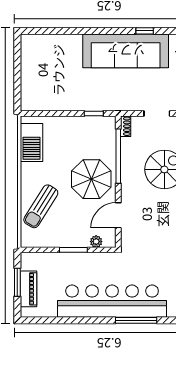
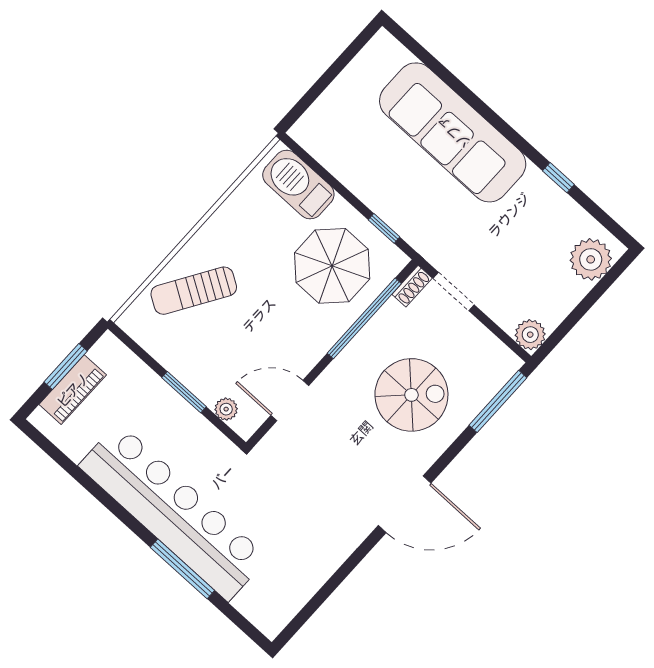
sofa: (126, 51) -> (453, 132), moved
doorway: (157, 113) -> (454, 292), moved
barbecue: (32, 142) -> (298, 185), moved, turned 90
parasol: (91, 179) -> (332, 266), moved

